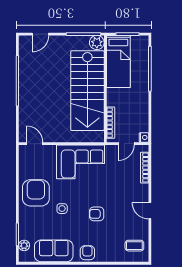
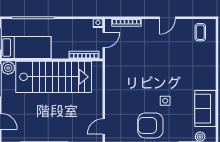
door: (126, 144) -> (104, 40), hinge flipped
corner sofa: (81, 162) -> (121, 83), removed
armchair: (97, 214) -> (170, 68), removed
armchair: (87, 253) -> (207, 77), removed

